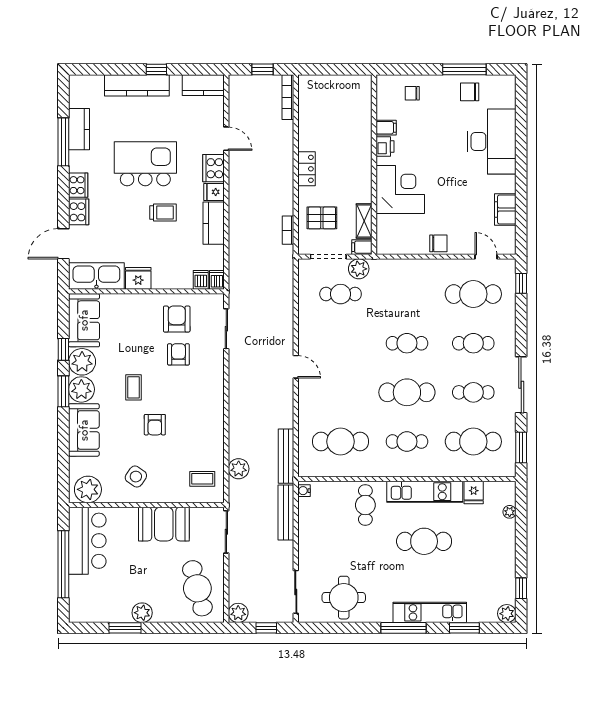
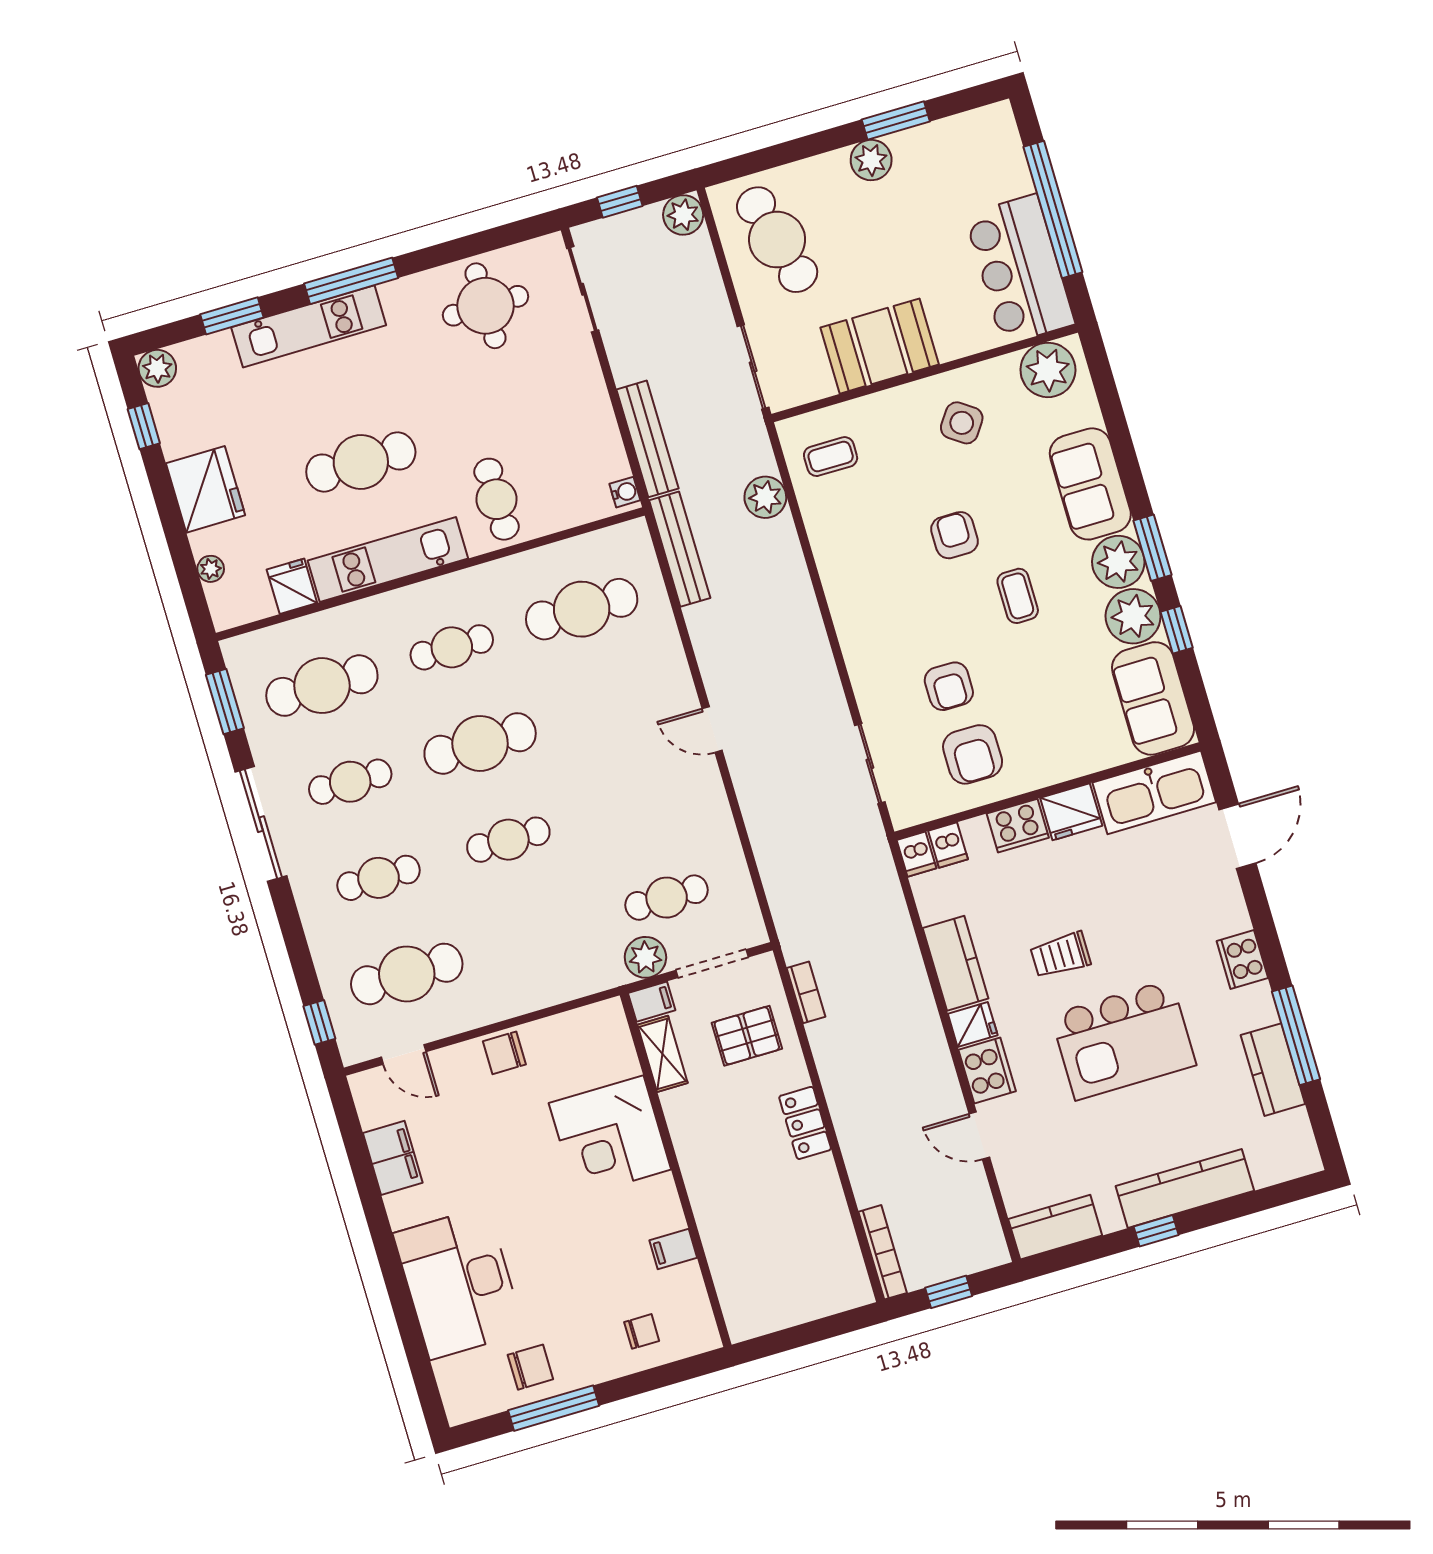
printer: (385, 146) -> (664, 1212), removed
cooker: (79, 212) -> (1018, 826), moved, turned -90
fridge: (501, 550) -> (206, 489), added

